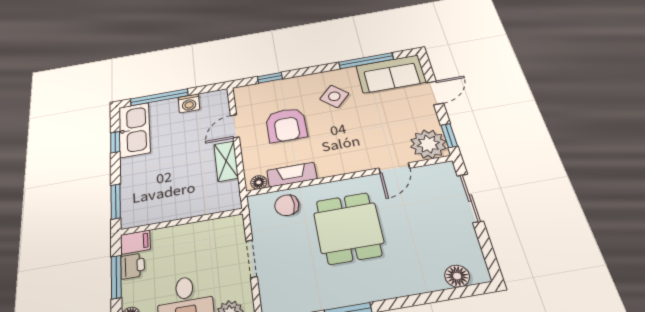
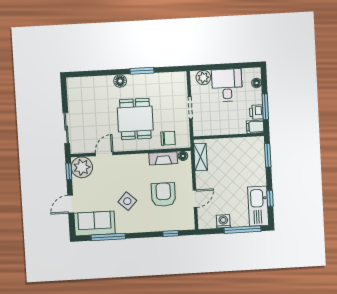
side table: (334, 96) -> (127, 201), moved
shelving: (226, 161) -> (201, 157), moved
floor lamp: (457, 276) -> (120, 81), moved

